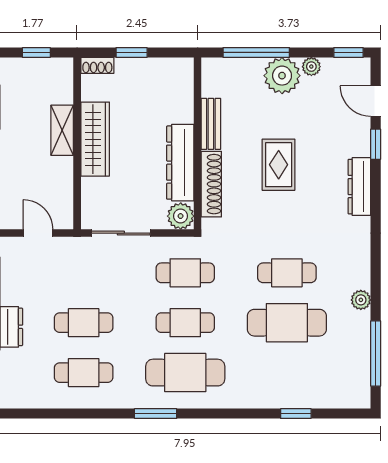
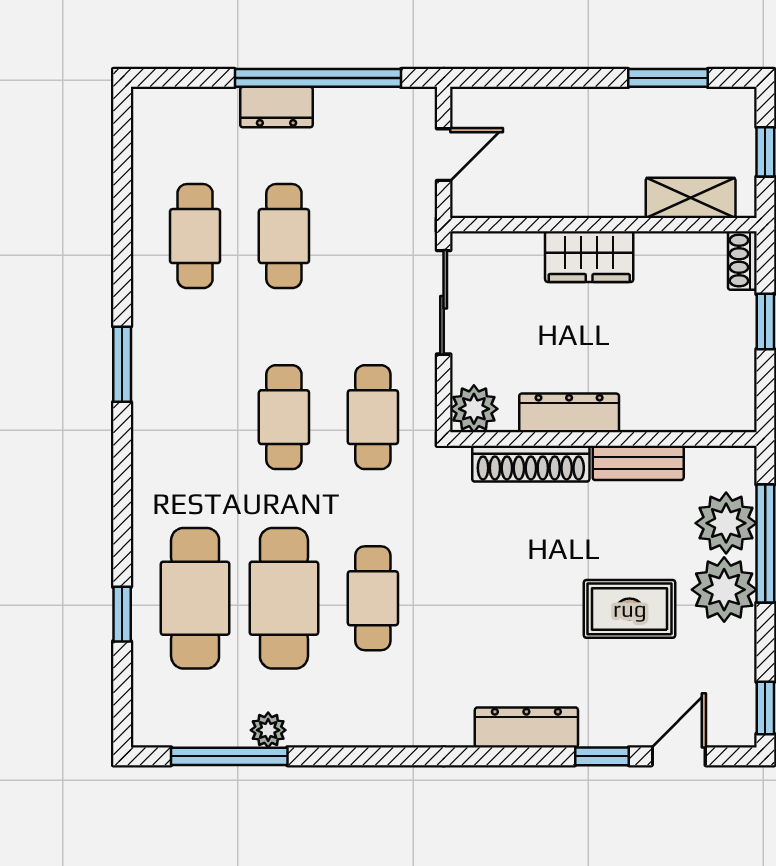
plant: (311, 67) -> (726, 523), moved, width x1.87, depth x1.87
shelving: (62, 130) -> (691, 198), moved
wardrobe: (95, 139) -> (589, 257), width x0.67
dresser: (180, 163) -> (569, 413), width x0.73, depth x0.80
rug: (279, 165) -> (630, 609), moved
plant: (361, 300) -> (268, 730), moved
cafe table: (185, 373) -> (195, 598), moved

